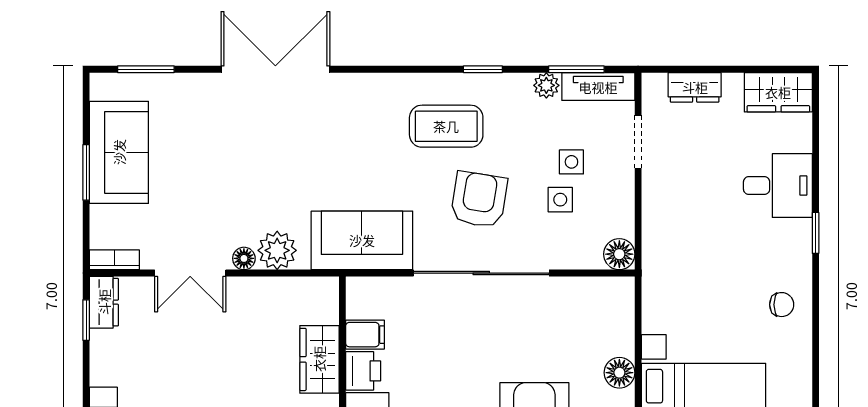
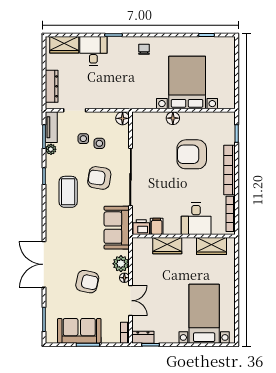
dresser: (695, 87) -> (52, 86), width x1.44
wardrobe: (778, 92) -> (64, 45), moved, turned 90
armchair: (235, 171) -> (87, 282), added
printer: (363, 371) -> (141, 227), moved

